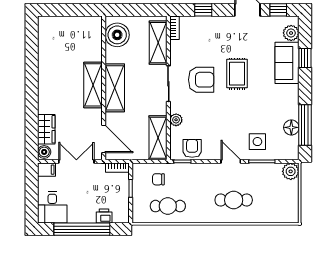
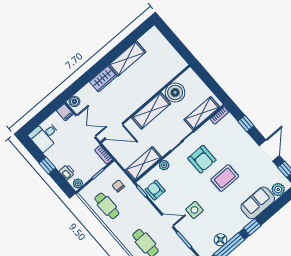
boiler: (117, 35) -> (175, 92), moved
window: (305, 58) -> (252, 227), moved
shelving: (93, 85) -> (127, 59), moved
wardrobe: (46, 129) -> (103, 79), moved
door: (104, 139) -> (114, 131), hinge flipped
side table: (257, 142) -> (194, 210), moved
armchair: (192, 148) -> (155, 190), turned -90
door: (231, 161) -> (168, 221), hinge flipped
plant: (123, 215) -> (78, 183), added
window: (82, 229) -> (47, 166), width x0.32

